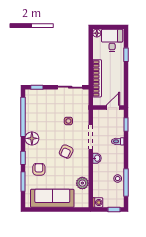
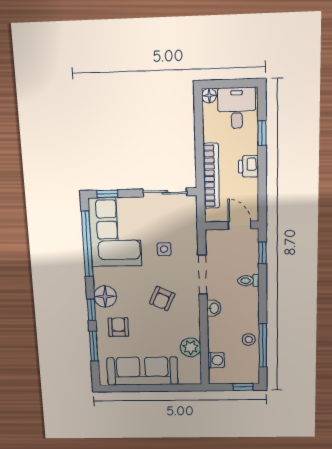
printer: (118, 73) -> (248, 166), added
door: (113, 108) -> (239, 225), hinge flipped
corner sofa: (40, 110) -> (115, 232), added
floor lamp: (32, 138) -> (105, 296), moved
washing machine: (98, 202) -> (216, 360), moved

